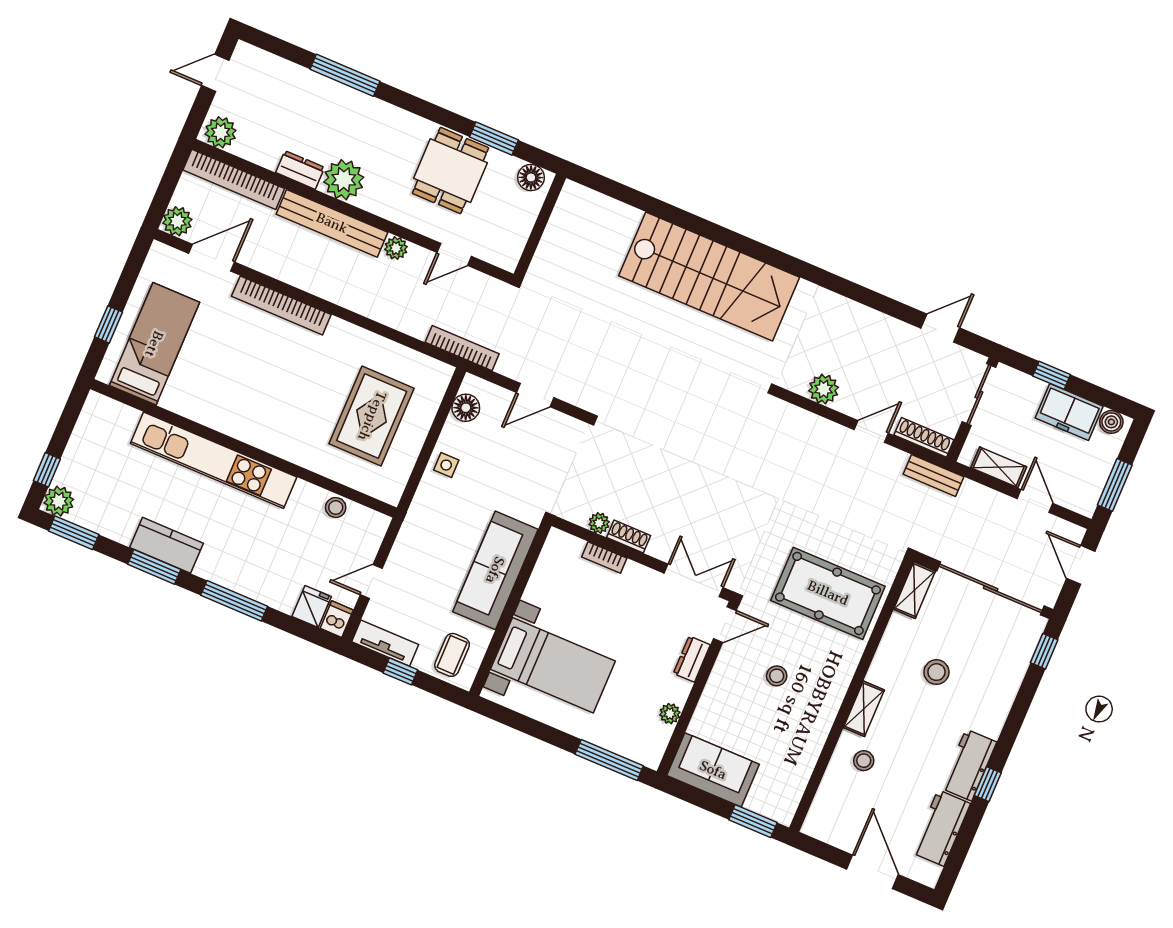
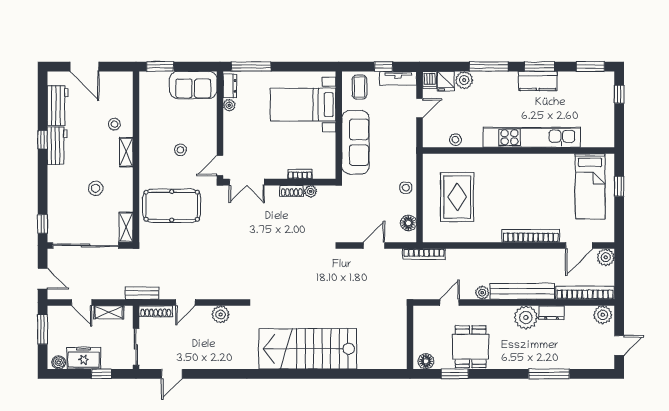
plant: (59, 501) -> (464, 80), moved
dresser: (692, 659) -> (230, 86), moved

